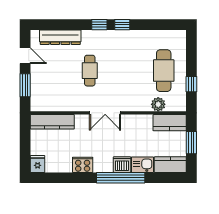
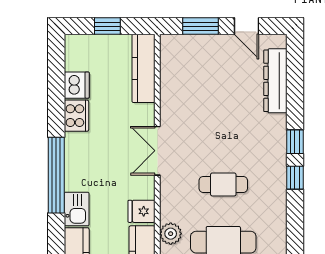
door: (25, 56) -> (246, 26), hinge flipped
cafe table: (90, 71) -> (223, 184), moved
window: (25, 145) -> (107, 26), added
fridge: (38, 164) -> (141, 211), moved, turned 180
dishwasher: (122, 165) -> (77, 85), moved

